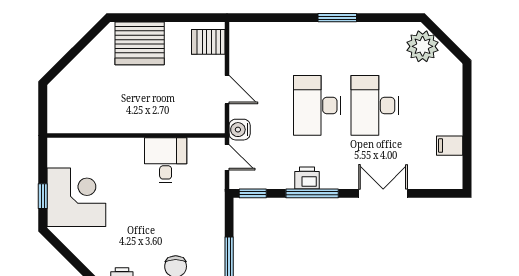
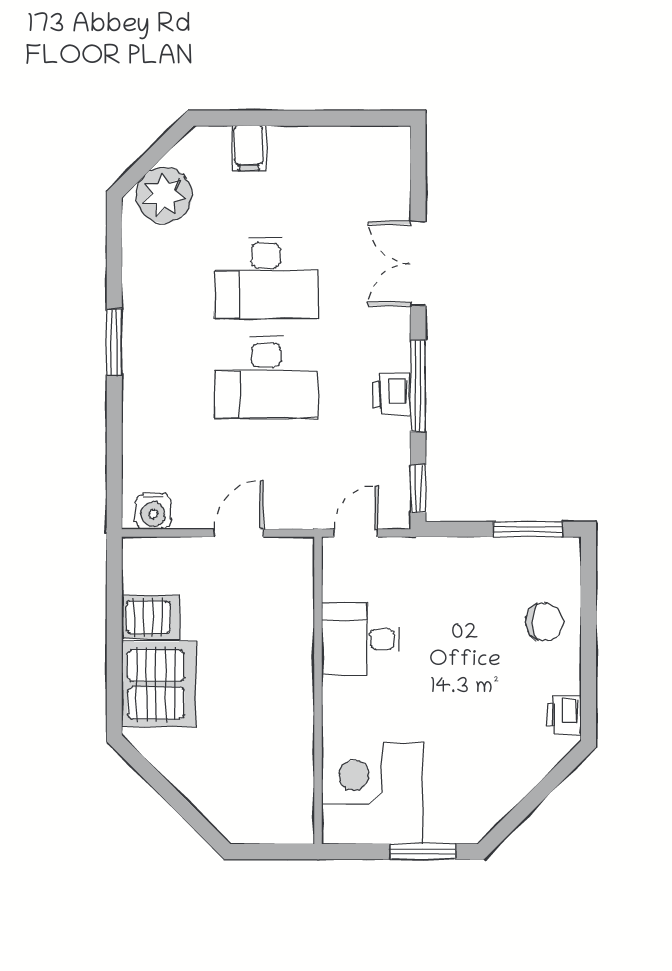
server rack: (208, 42) -> (151, 617), moved, turned -90
water cooler: (240, 130) -> (153, 511), moved
filing cabinet: (450, 146) -> (249, 148), moved
window: (43, 196) -> (423, 852), width x1.50
corner desk: (76, 197) -> (372, 794), moved

